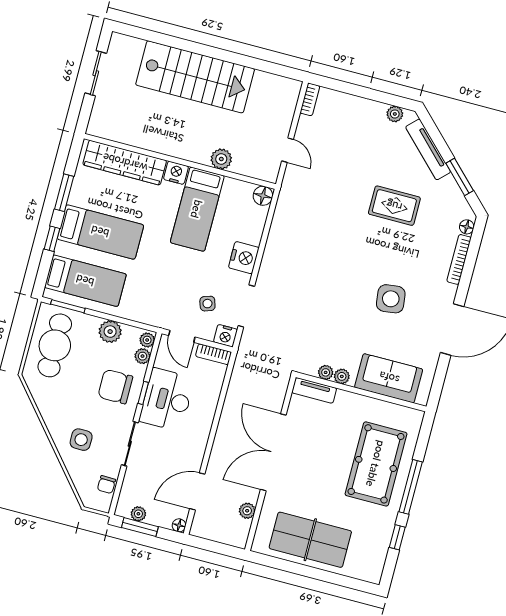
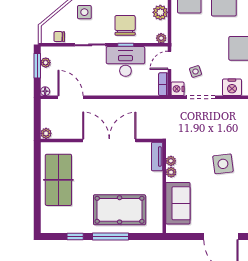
side table: (391, 299) -> (223, 164), moved
plant: (142, 356) -> (150, 38), removed
plant: (247, 511) -> (46, 133), moved

